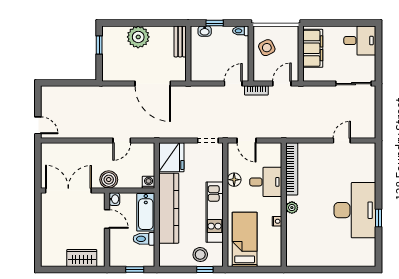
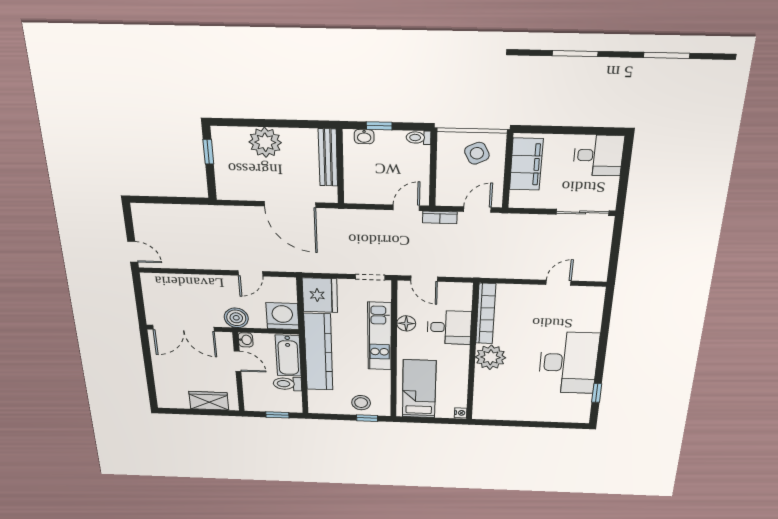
bench: (180, 41) -> (328, 158), width x1.36
side table: (267, 48) -> (477, 153), moved
washing machine: (149, 182) -> (282, 316), width x1.89, depth x1.89
double door: (68, 190) -> (183, 328), swing flipped
plant: (292, 208) -> (491, 357), width x1.88, depth x1.88
kitchen unit: (215, 212) -> (380, 336), moved
window: (378, 218) -> (597, 393), moved
nightstand: (277, 221) -> (461, 413), moved

